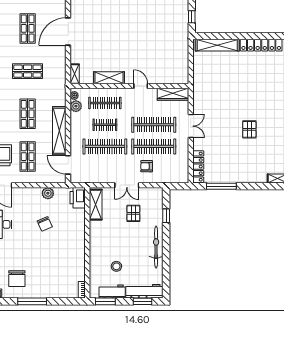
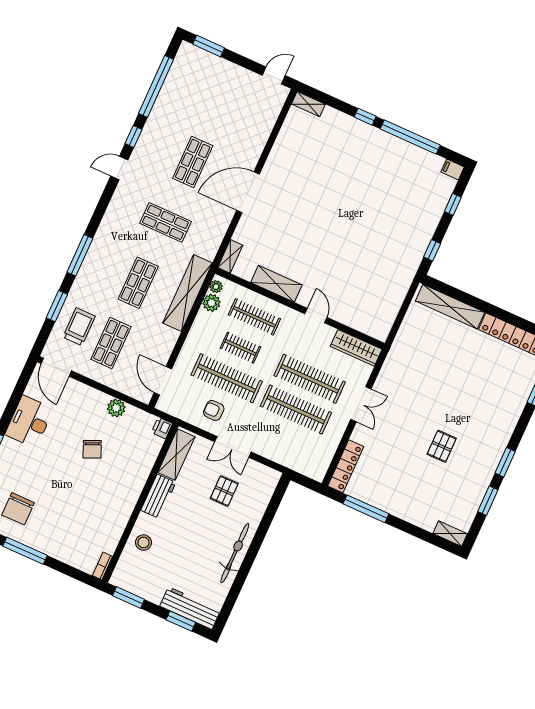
shelving: (59, 131) -> (188, 293), moved
armchair: (147, 166) -> (214, 410), moved
printer: (78, 198) -> (162, 428), width x0.53, depth x0.68
window: (166, 216) -> (269, 515), removed
stool: (116, 266) -> (143, 543), moved
workbench: (112, 291) -> (158, 496), moved, turned 90

